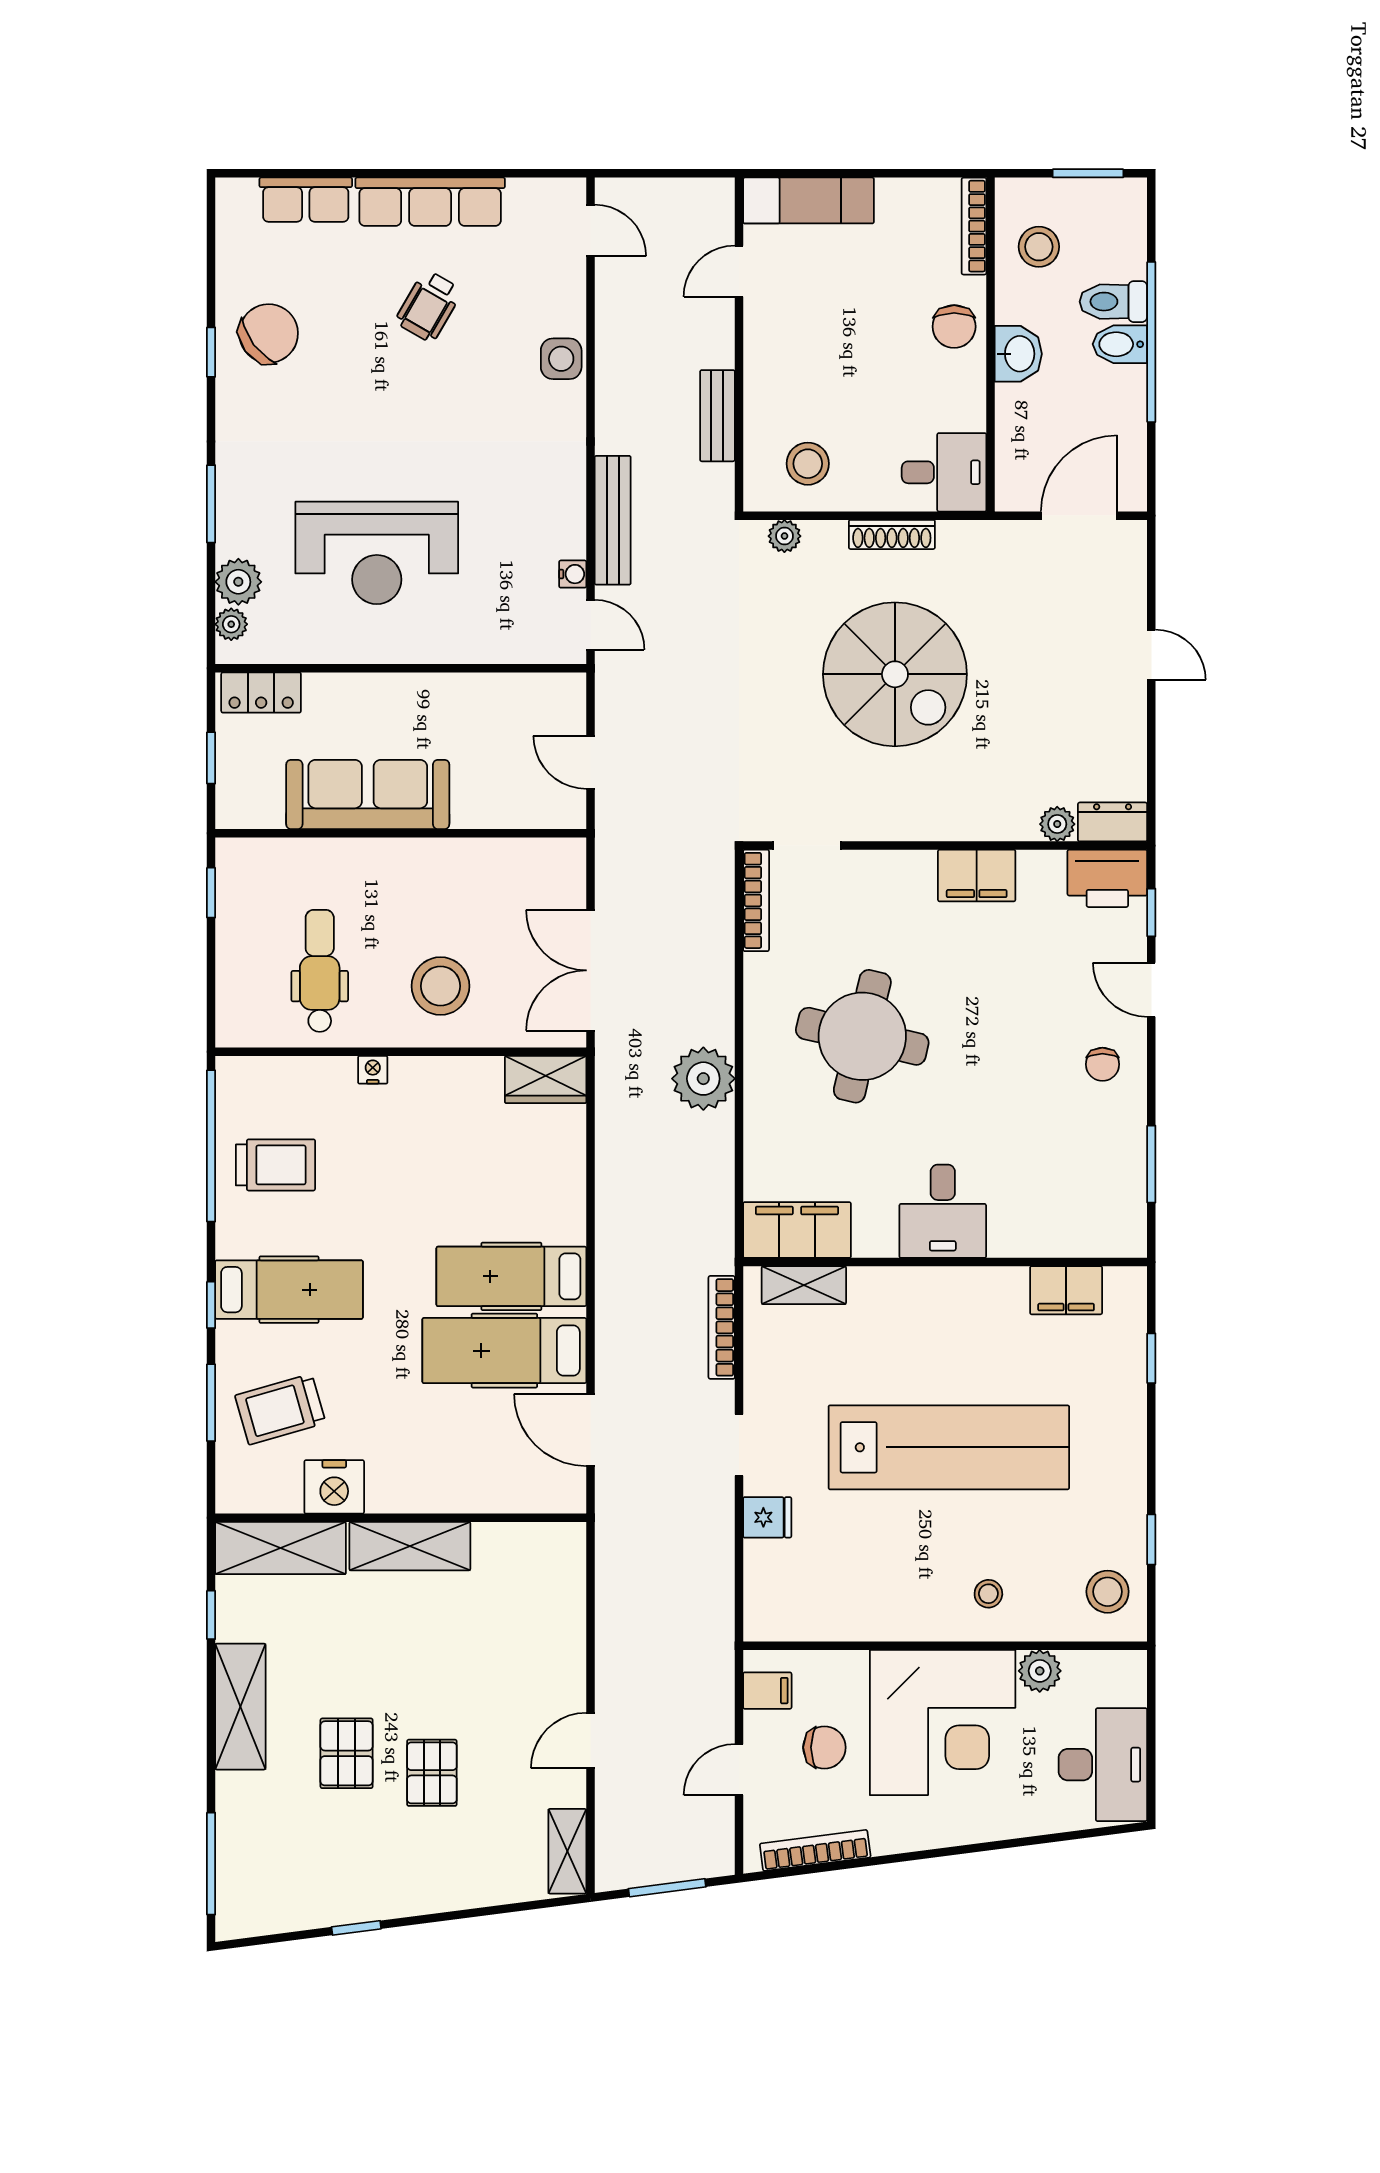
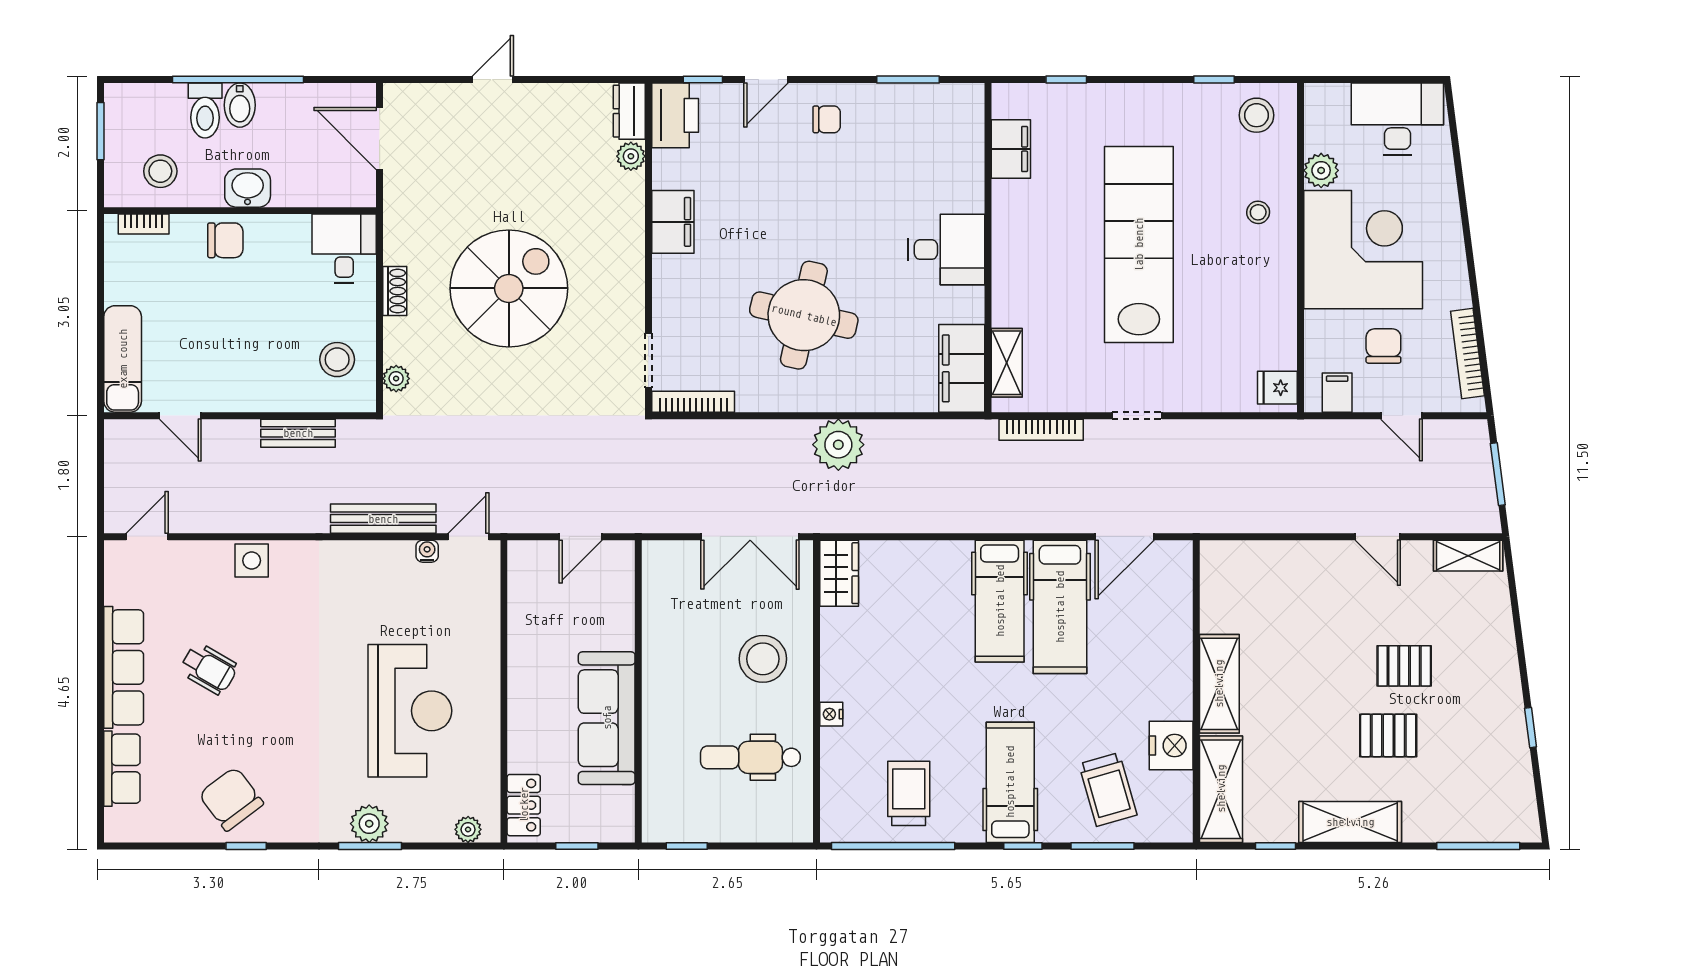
bookcase: (974, 226) -> (144, 224), width x0.64
shoe rack: (892, 534) -> (395, 291), width x0.70
plant: (238, 582) -> (369, 824), moved
fridge: (767, 1517) -> (1277, 388), moved, turned -90

